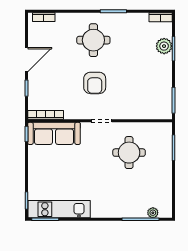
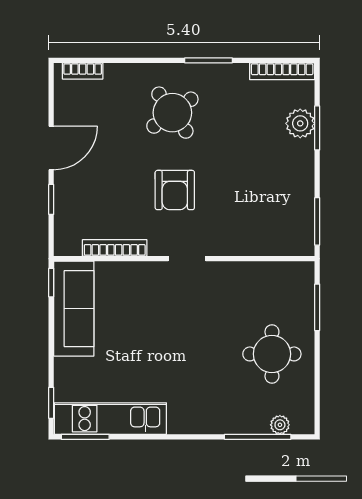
bookcase: (161, 17) -> (282, 71), width x1.56
round table: (93, 40) -> (172, 113), turned -36
bookcase: (46, 115) -> (115, 248), moved
sofa: (54, 133) -> (74, 309), moved, turned -90
round table: (129, 153) -> (272, 354), moved

